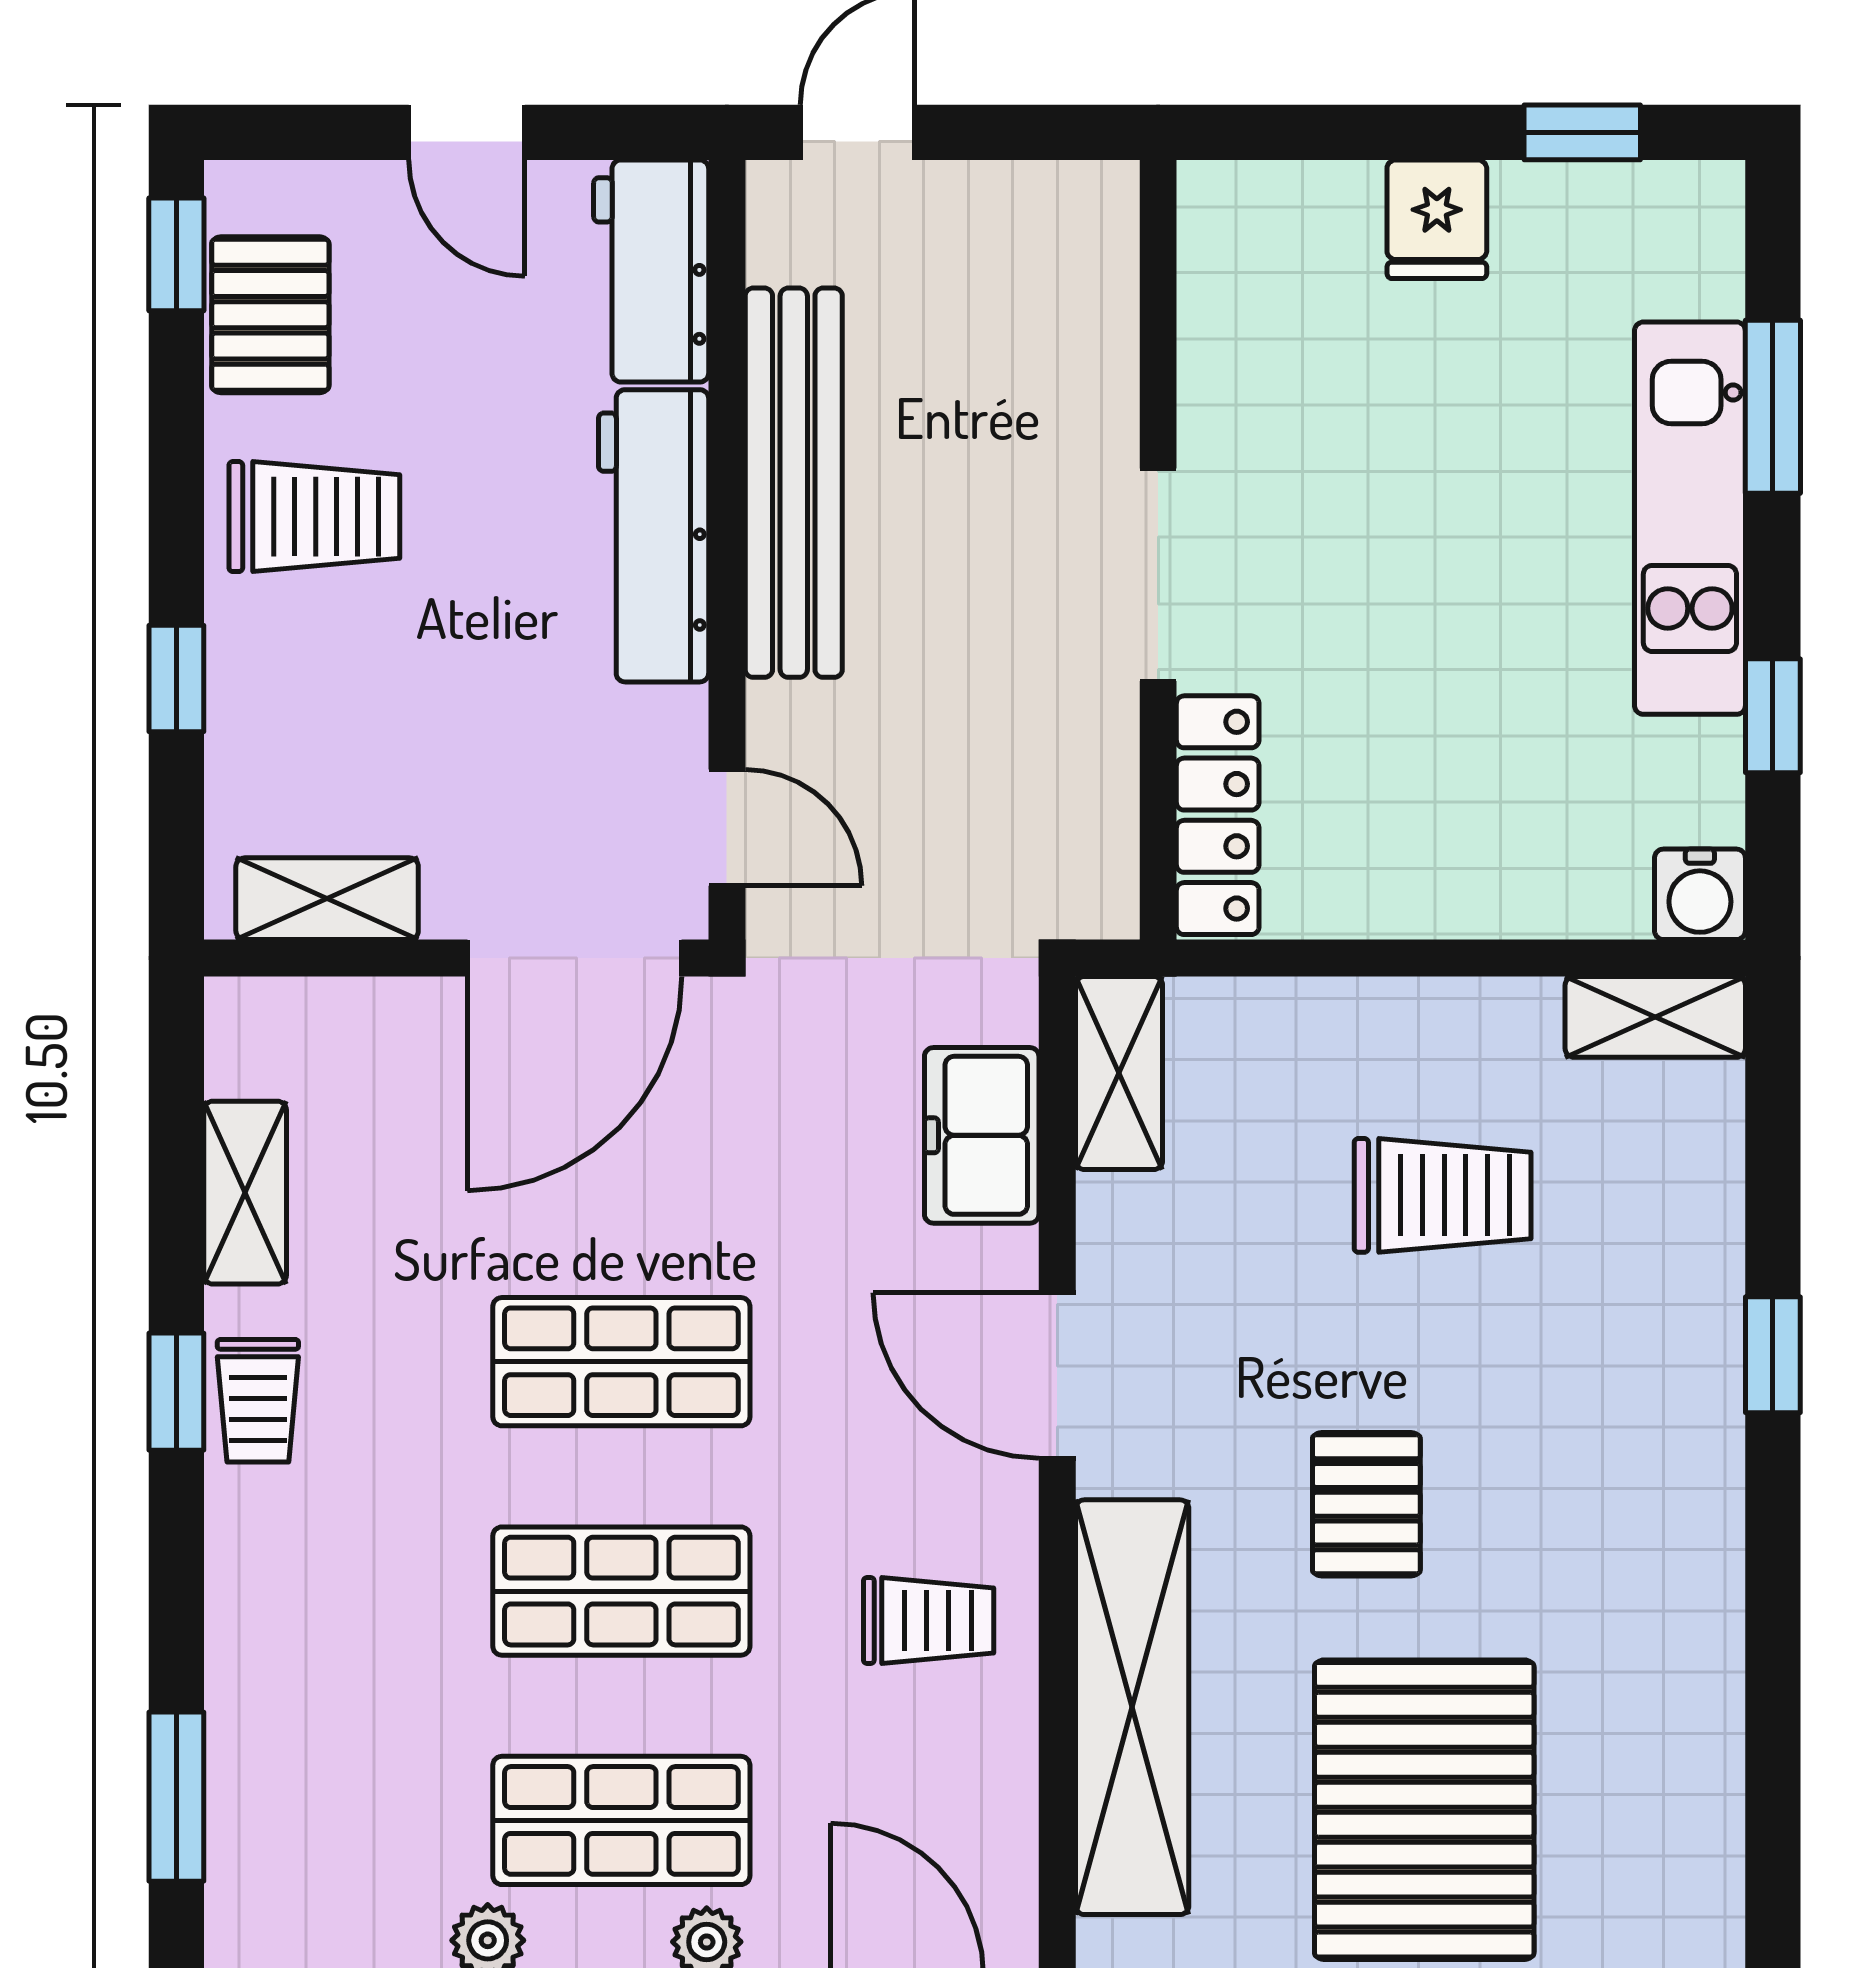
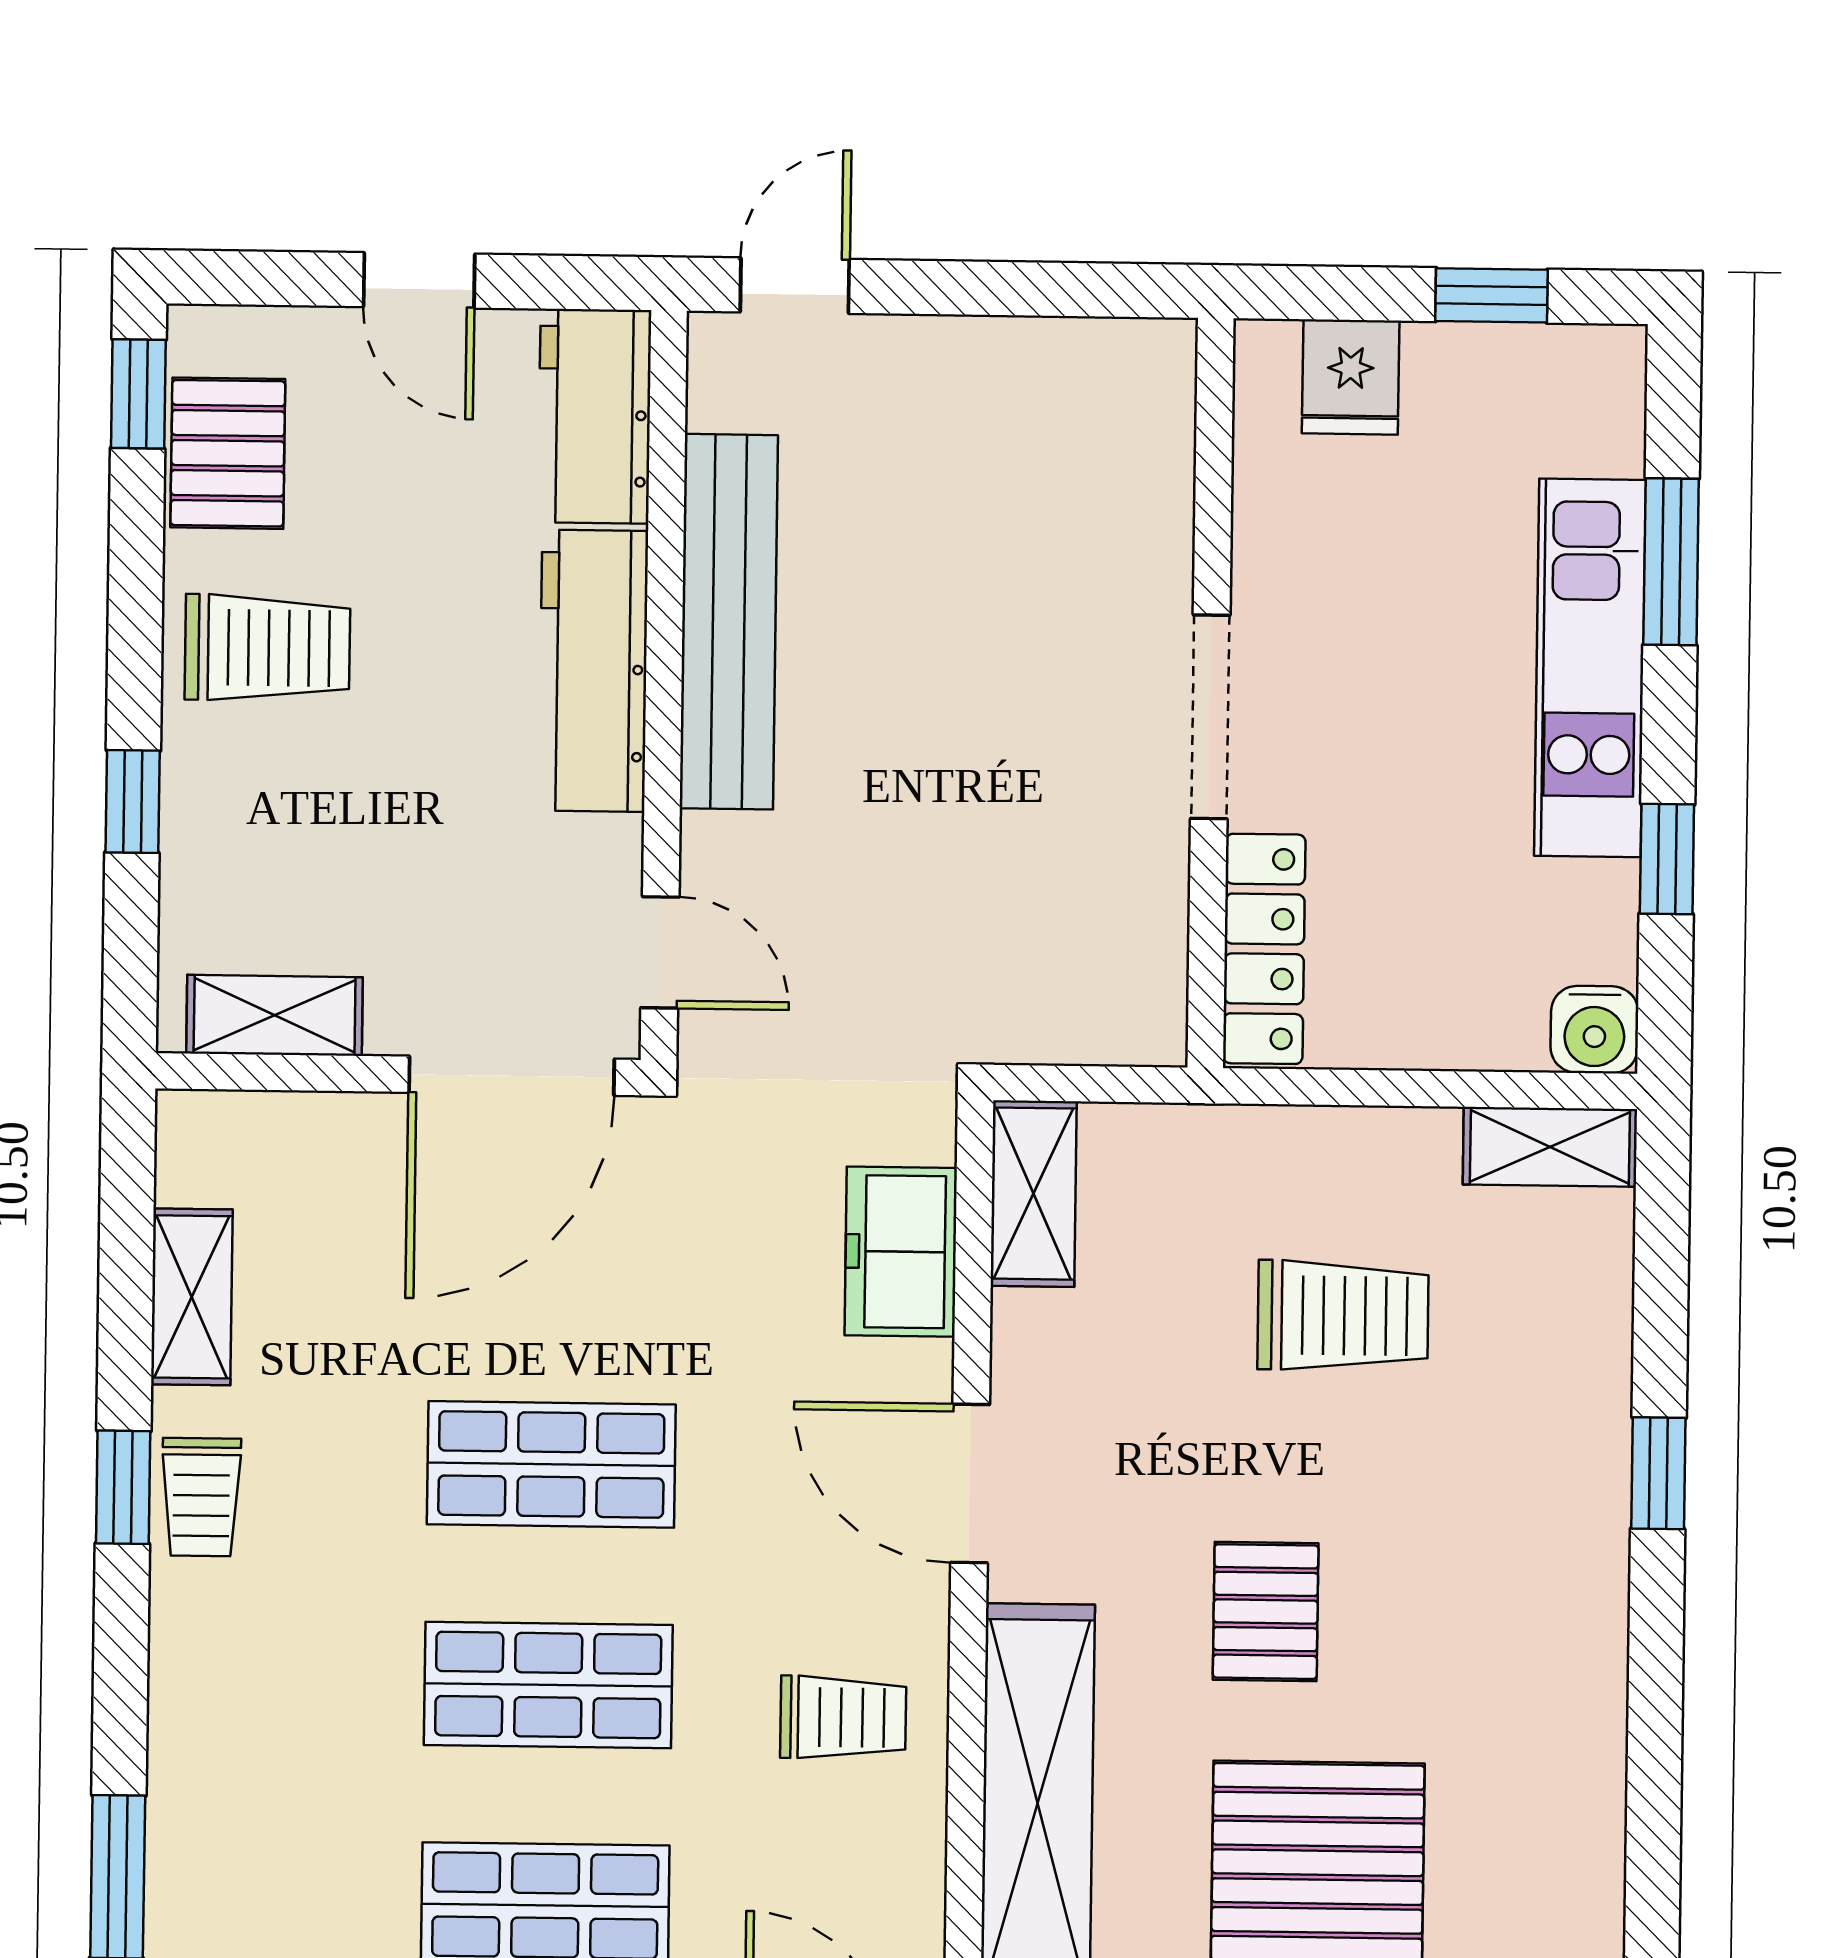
wall: (1158, 550) -> (1211, 693), moved
doorway: (1158, 575) -> (1210, 717), moved
locker: (1218, 815) -> (1264, 949), moved

